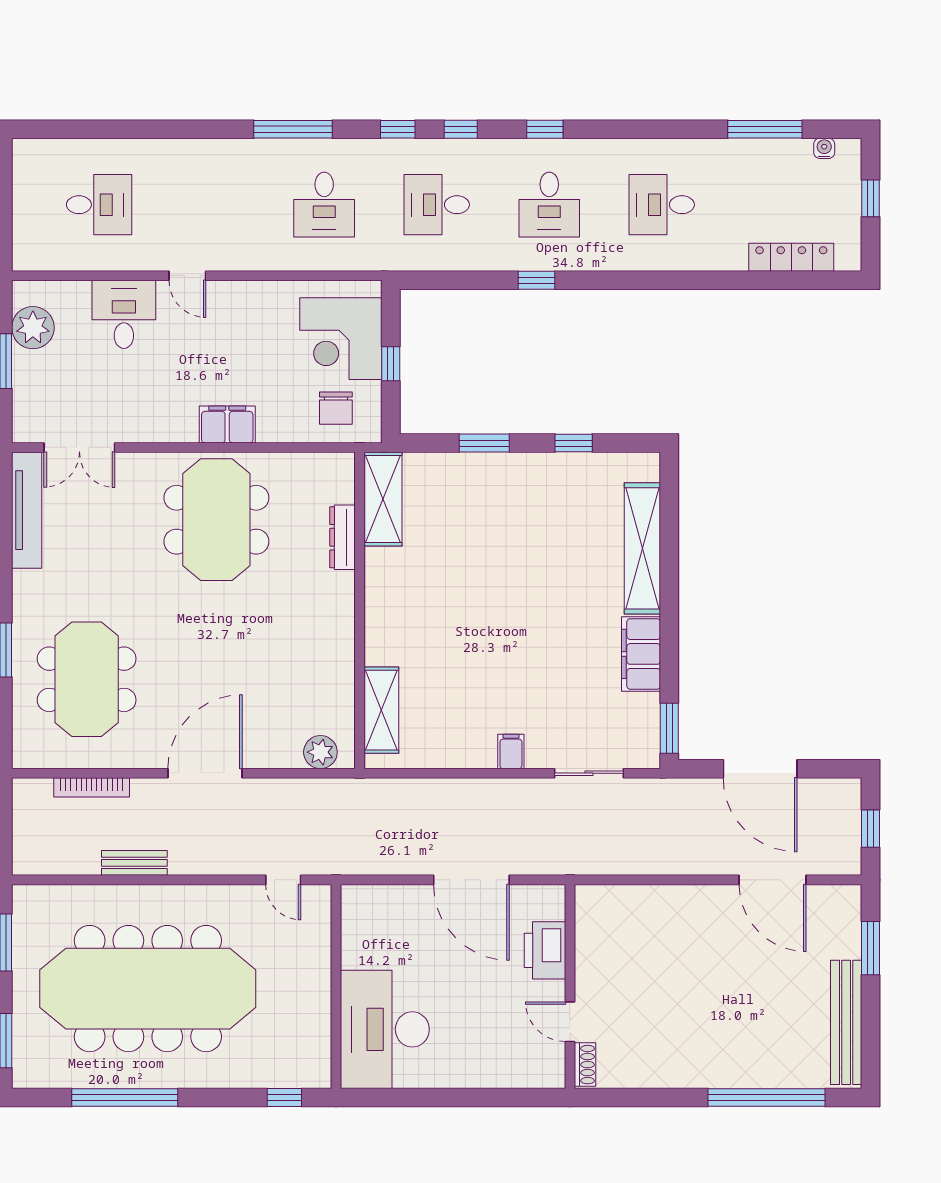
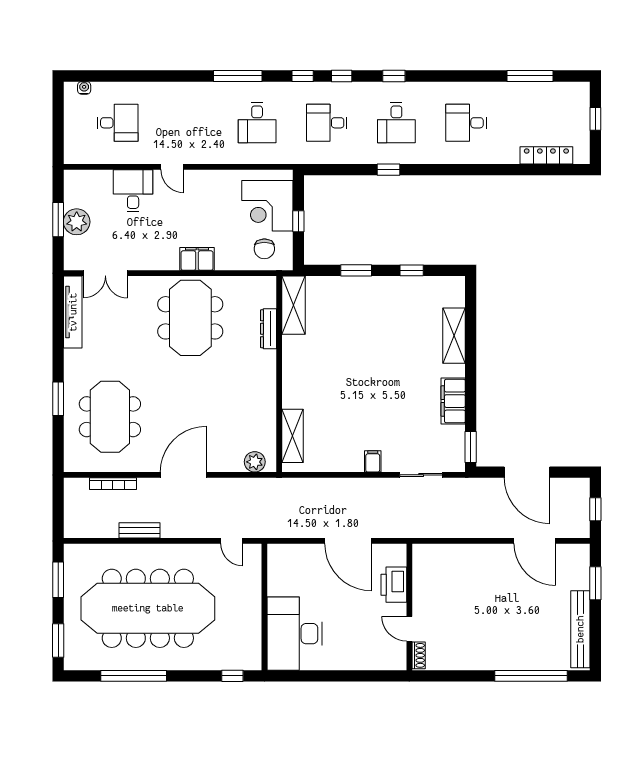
water cooler: (824, 148) -> (84, 88), moved
plant: (33, 328) -> (77, 222), moved
shelving: (642, 548) -> (454, 336), width x0.68

